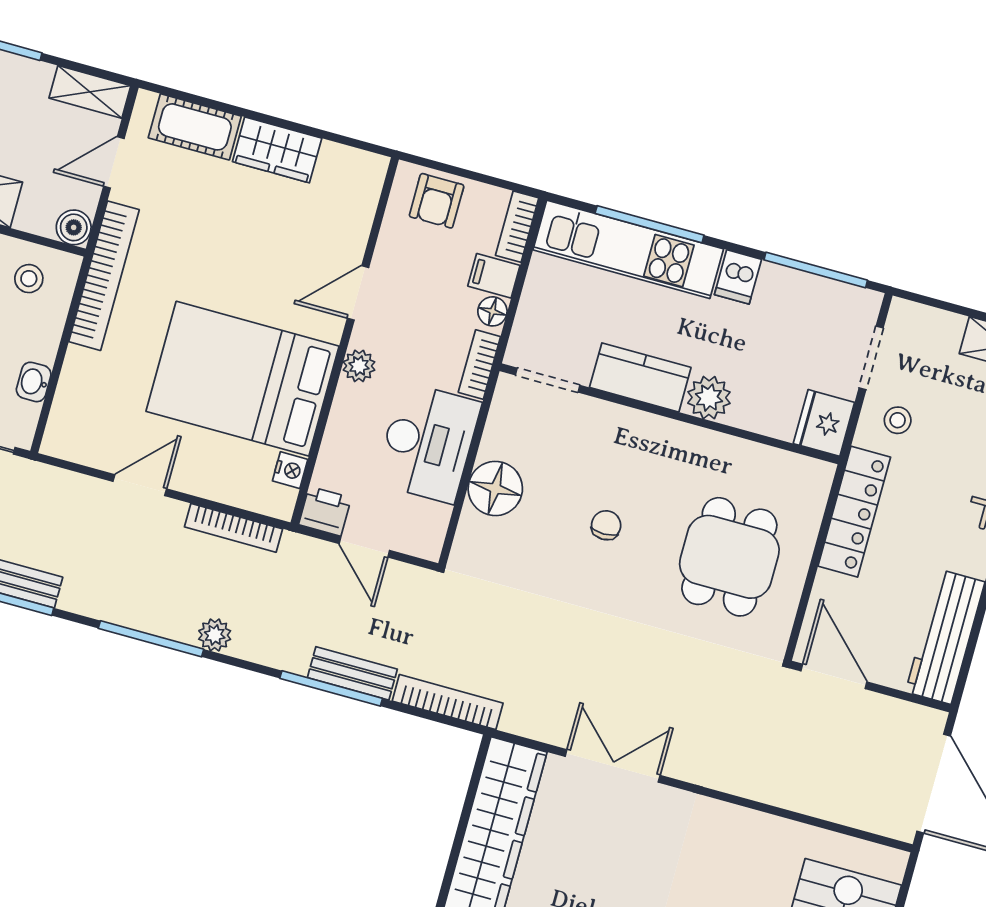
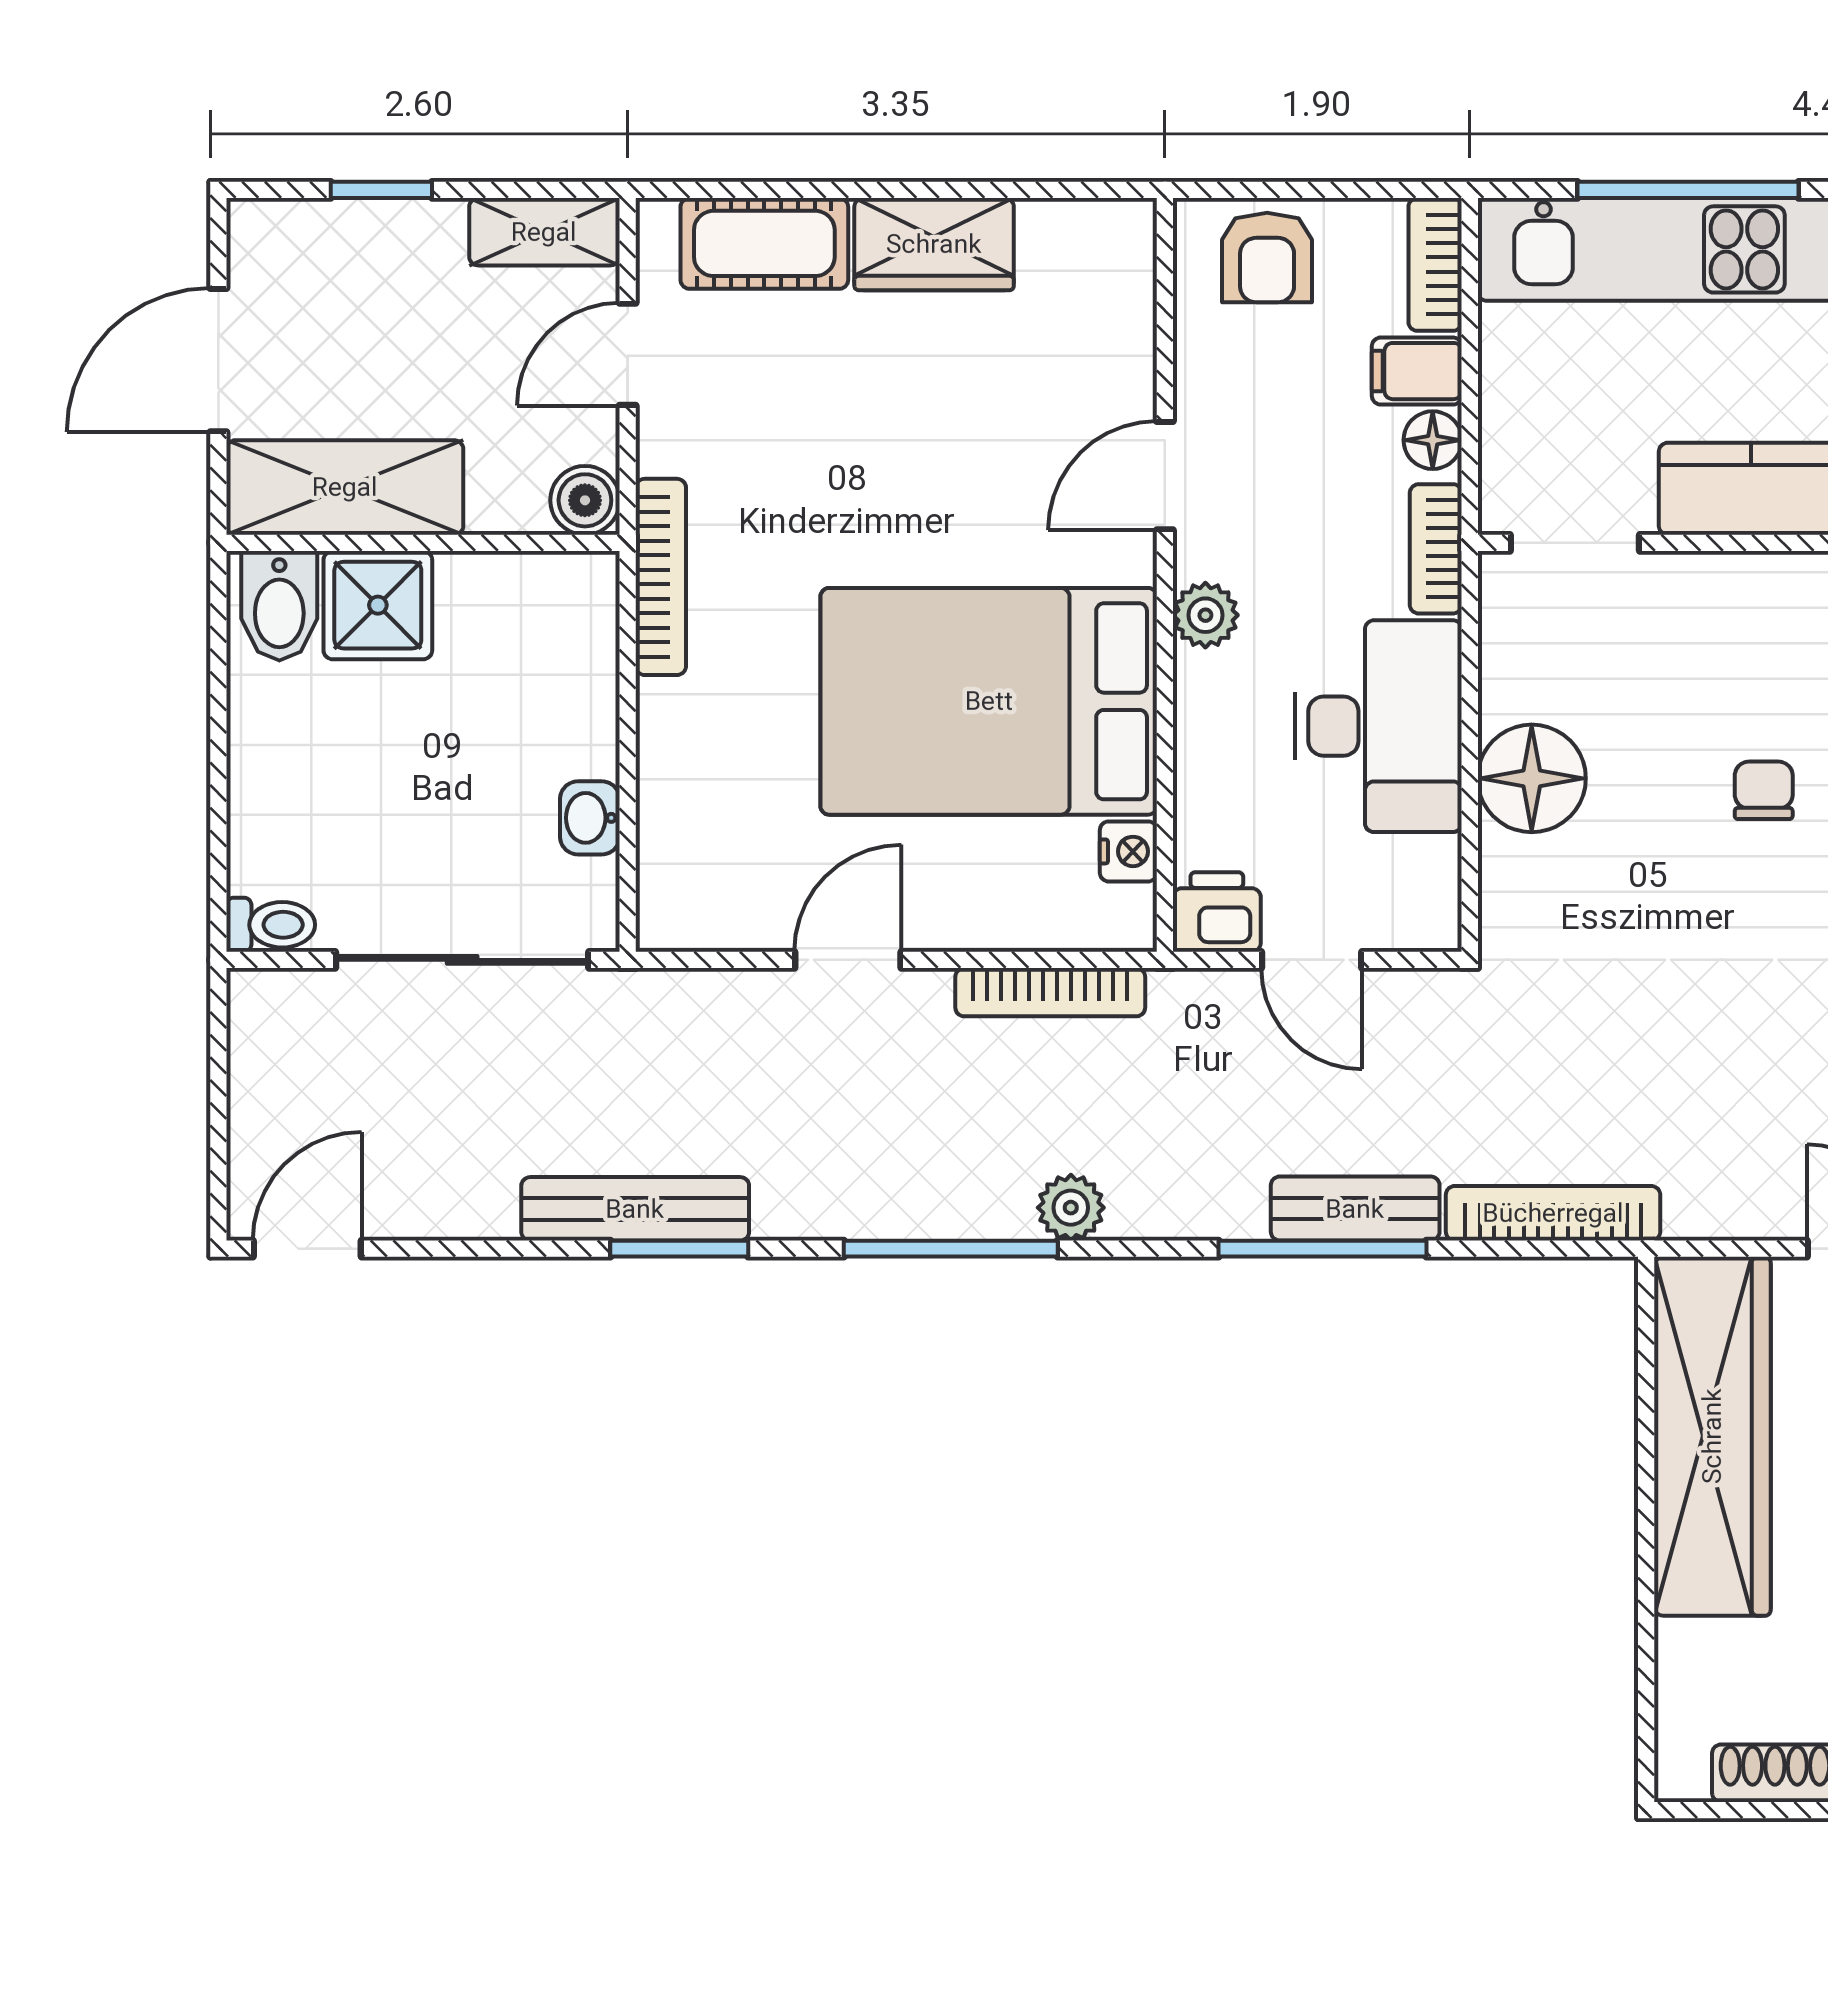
bookcase: (104, 276) -> (661, 577), width x0.68, depth x0.76
stool: (29, 279) -> (526, 622), removed

